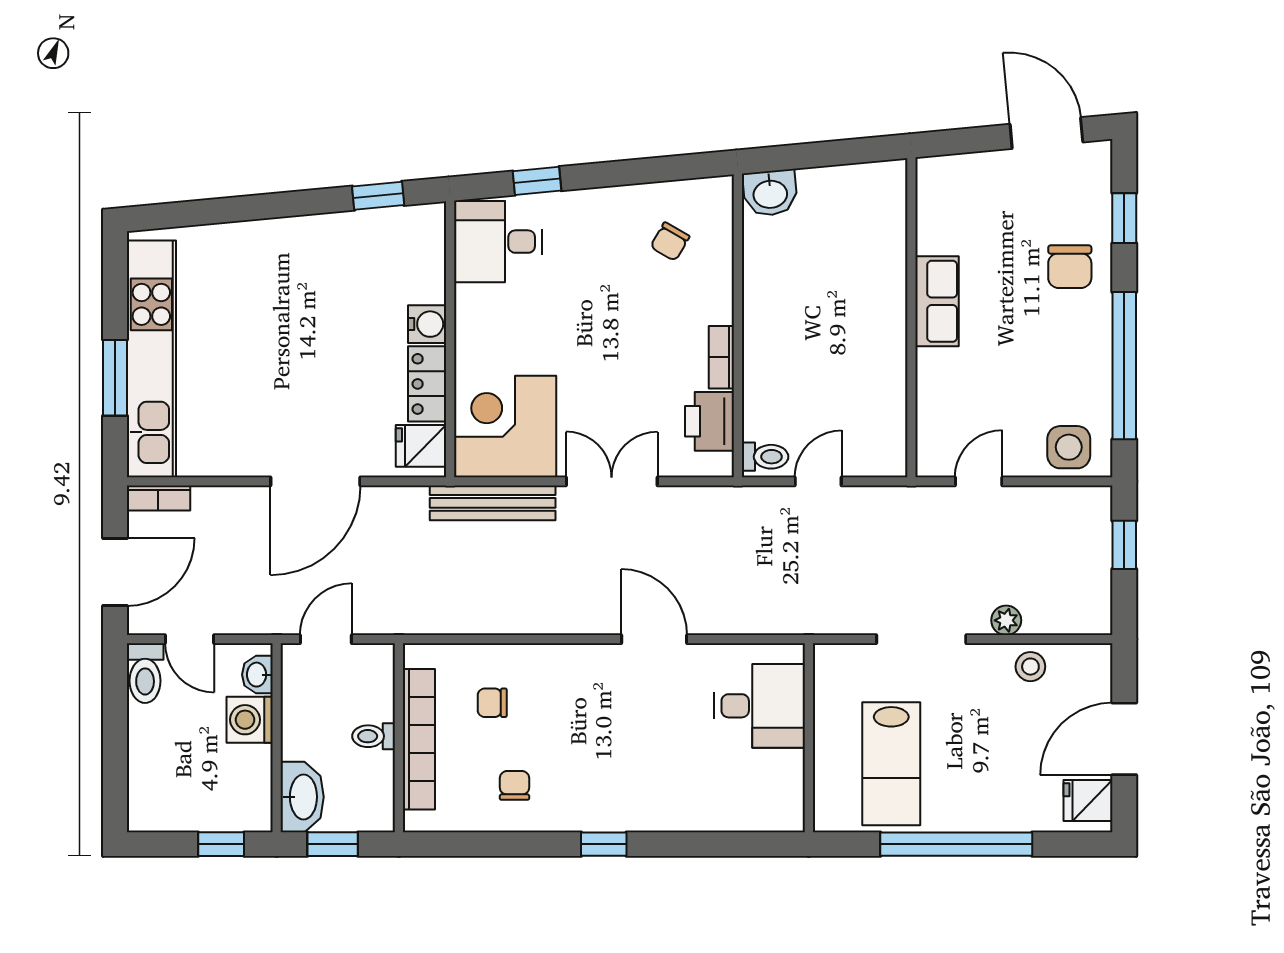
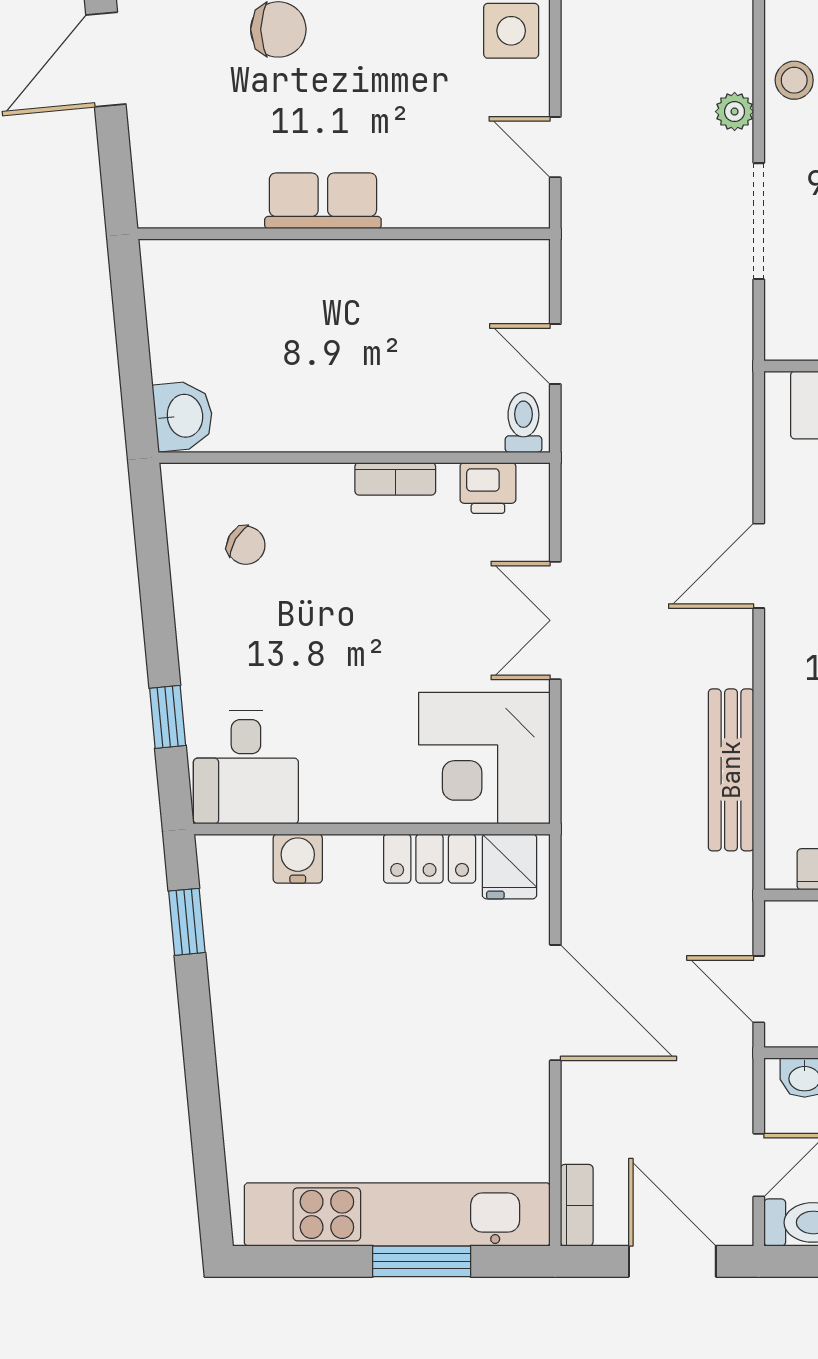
water cooler: (427, 324) -> (298, 859), moved
printer: (710, 421) -> (488, 488), width x0.73, depth x0.81
bench: (493, 503) -> (731, 770), moved

